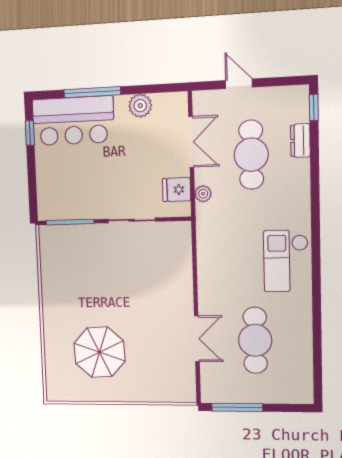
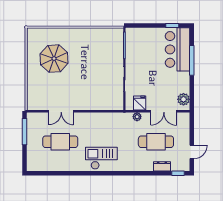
door: (239, 84) -> (192, 152), moved
plant: (140, 106) -> (183, 99), moved

